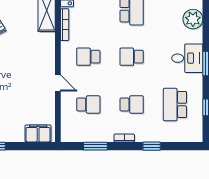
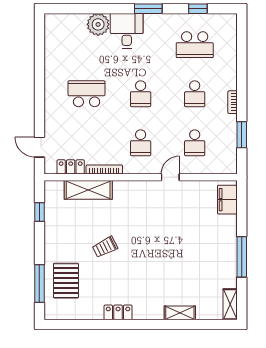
desk: (187, 58) -> (127, 31), moved
school desk: (88, 105) -> (195, 143), turned 180
school desk: (132, 105) -> (195, 94), turned 180
window: (152, 146) -> (242, 71), removed

